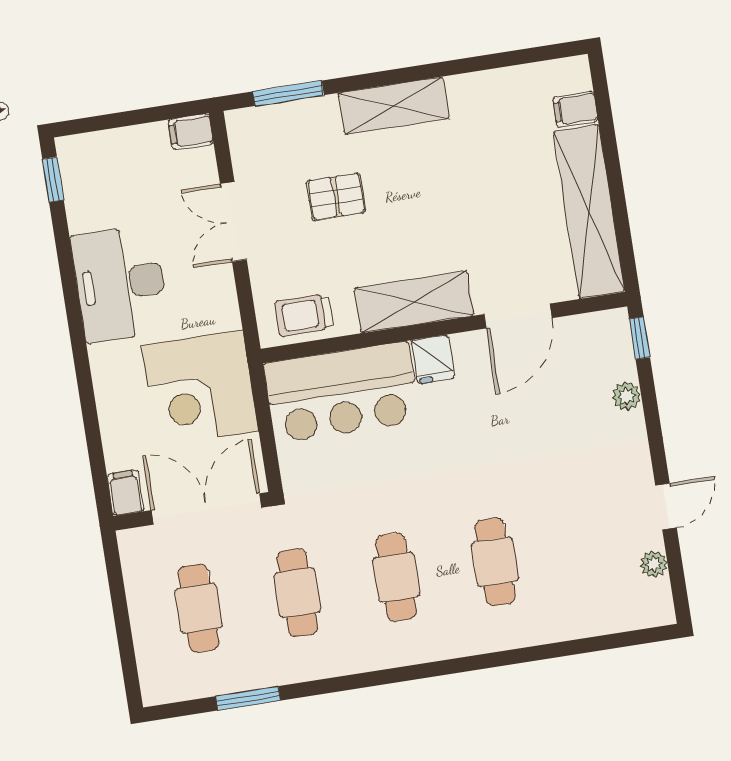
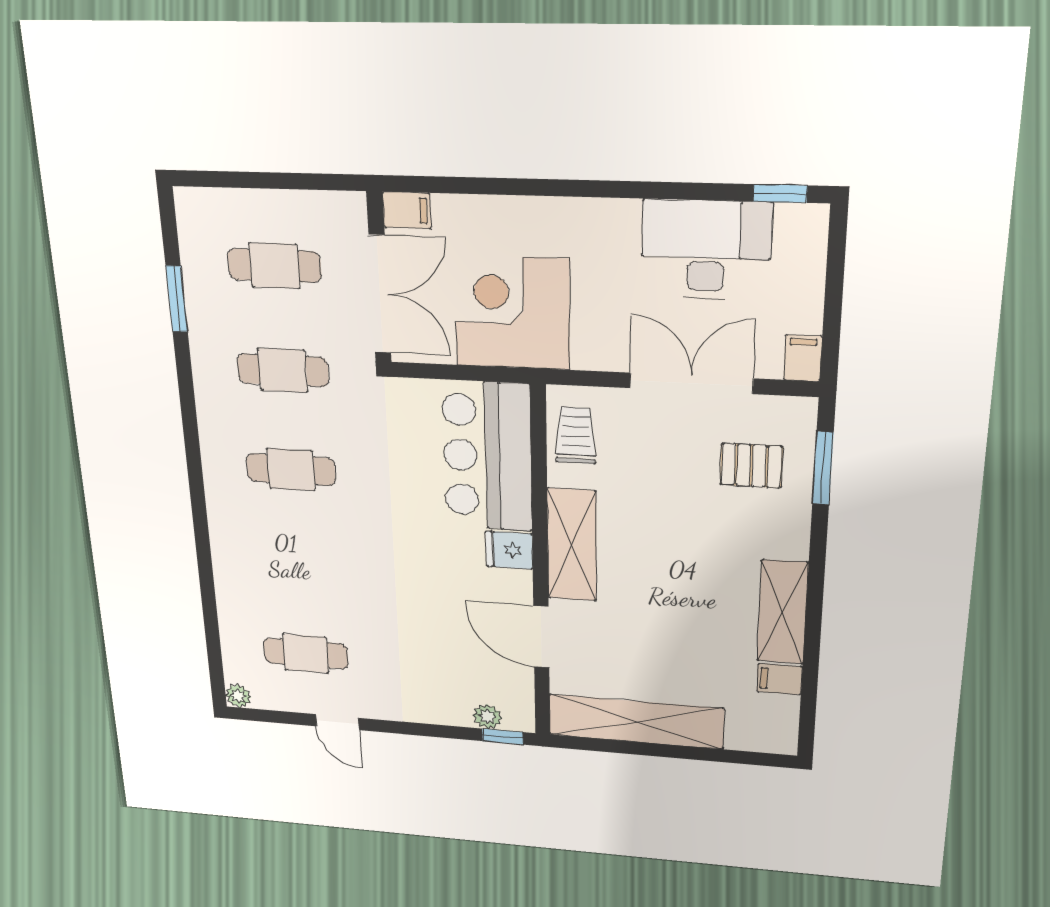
shelving: (394, 106) -> (783, 612), moved
filing cabinet: (575, 109) -> (780, 679), moved, turned -90
pallet: (336, 197) -> (751, 466), moved, turned 90
double door: (233, 222) -> (691, 383), width x1.37
desk: (120, 284) -> (706, 250), moved
plant: (627, 396) -> (487, 717), moved
cafe table: (495, 562) -> (306, 653), moved
plant: (654, 564) -> (238, 696), moved

